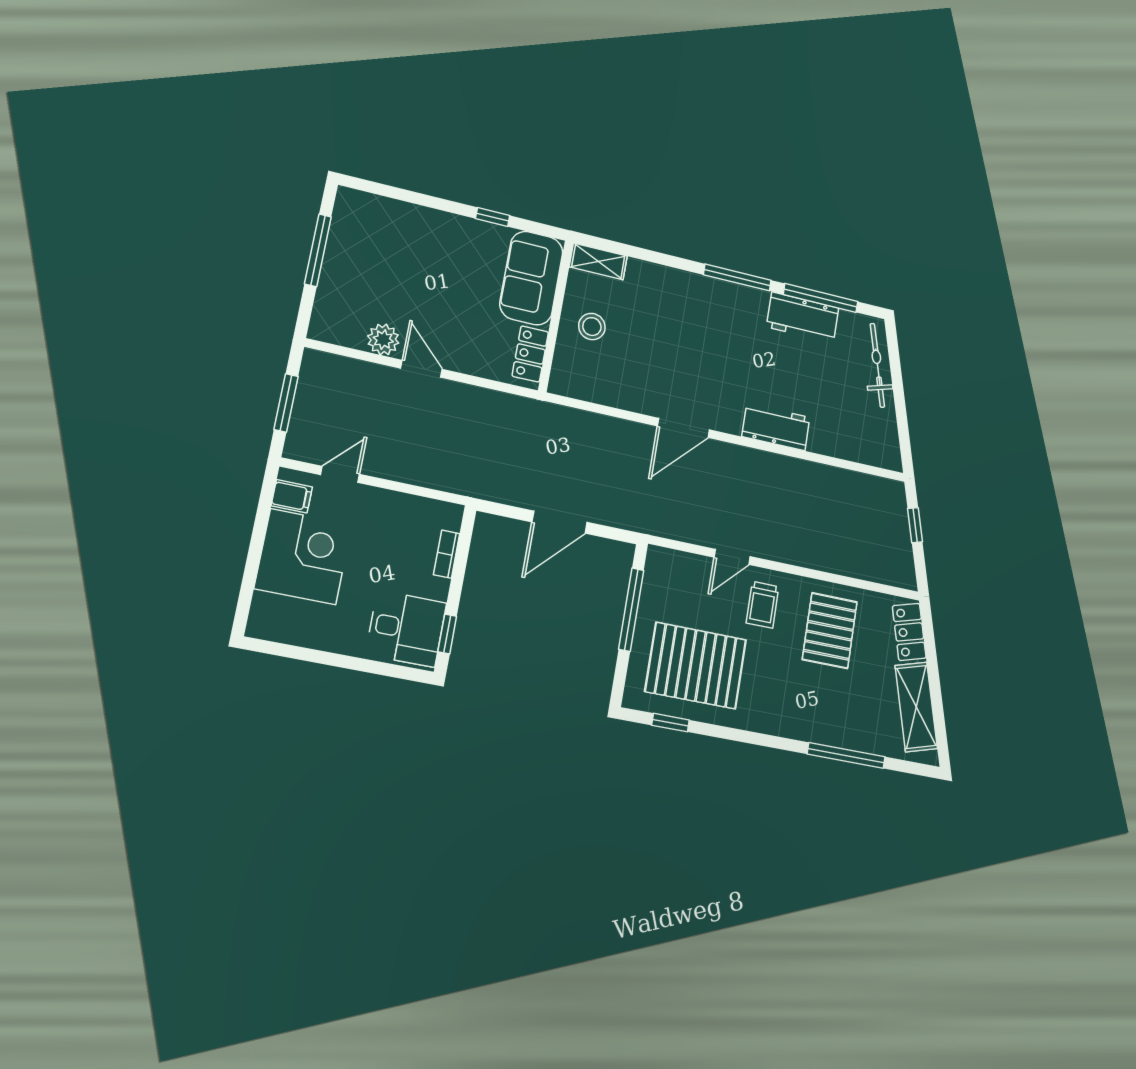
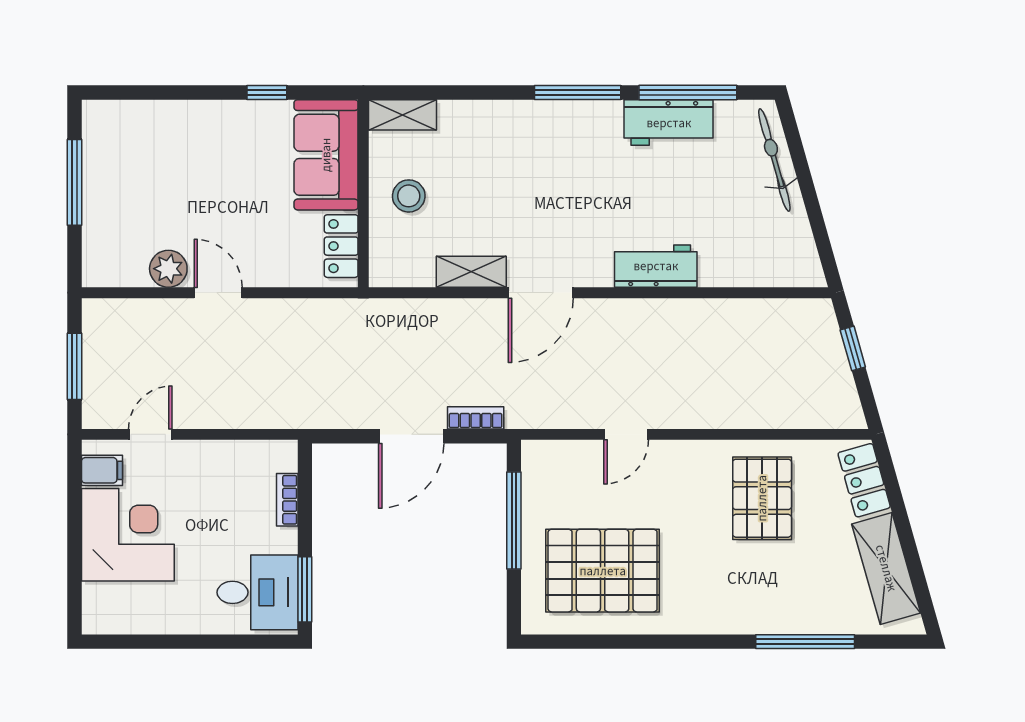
shelving: (631, 399) -> (471, 272), added
bookcase: (615, 518) -> (476, 418), added
trolley: (762, 605) -> (673, 484), removed
window: (447, 634) -> (305, 589), width x1.50
window: (671, 723) -> (583, 642), removed

